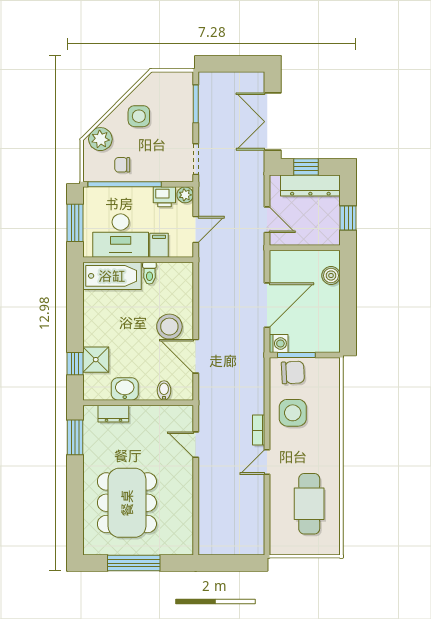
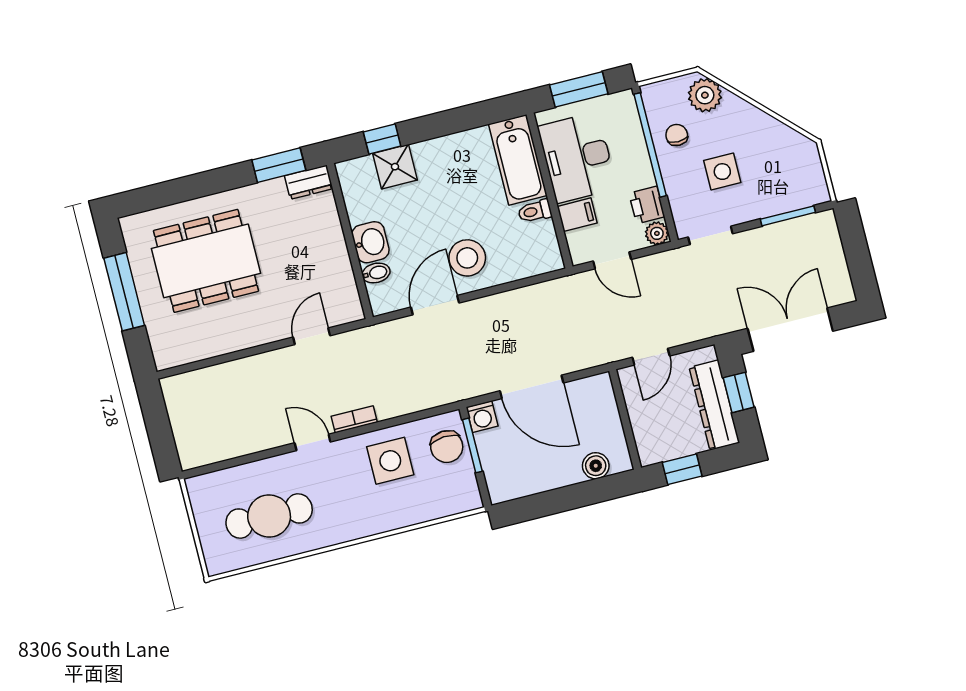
side table: (139, 116) -> (722, 172), moved
washbasin: (125, 389) -> (370, 242), moved
dresser: (113, 414) -> (309, 182), moved, turned -90

